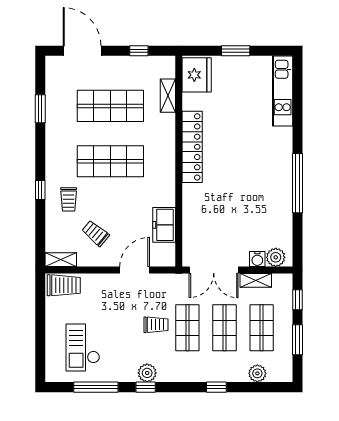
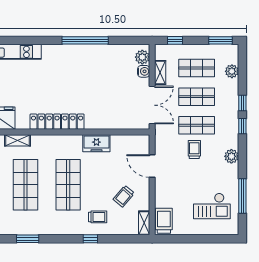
freezer: (164, 225) -> (96, 143), moved
window: (297, 340) -> (220, 40), moved
window: (146, 387) -> (242, 126), moved

